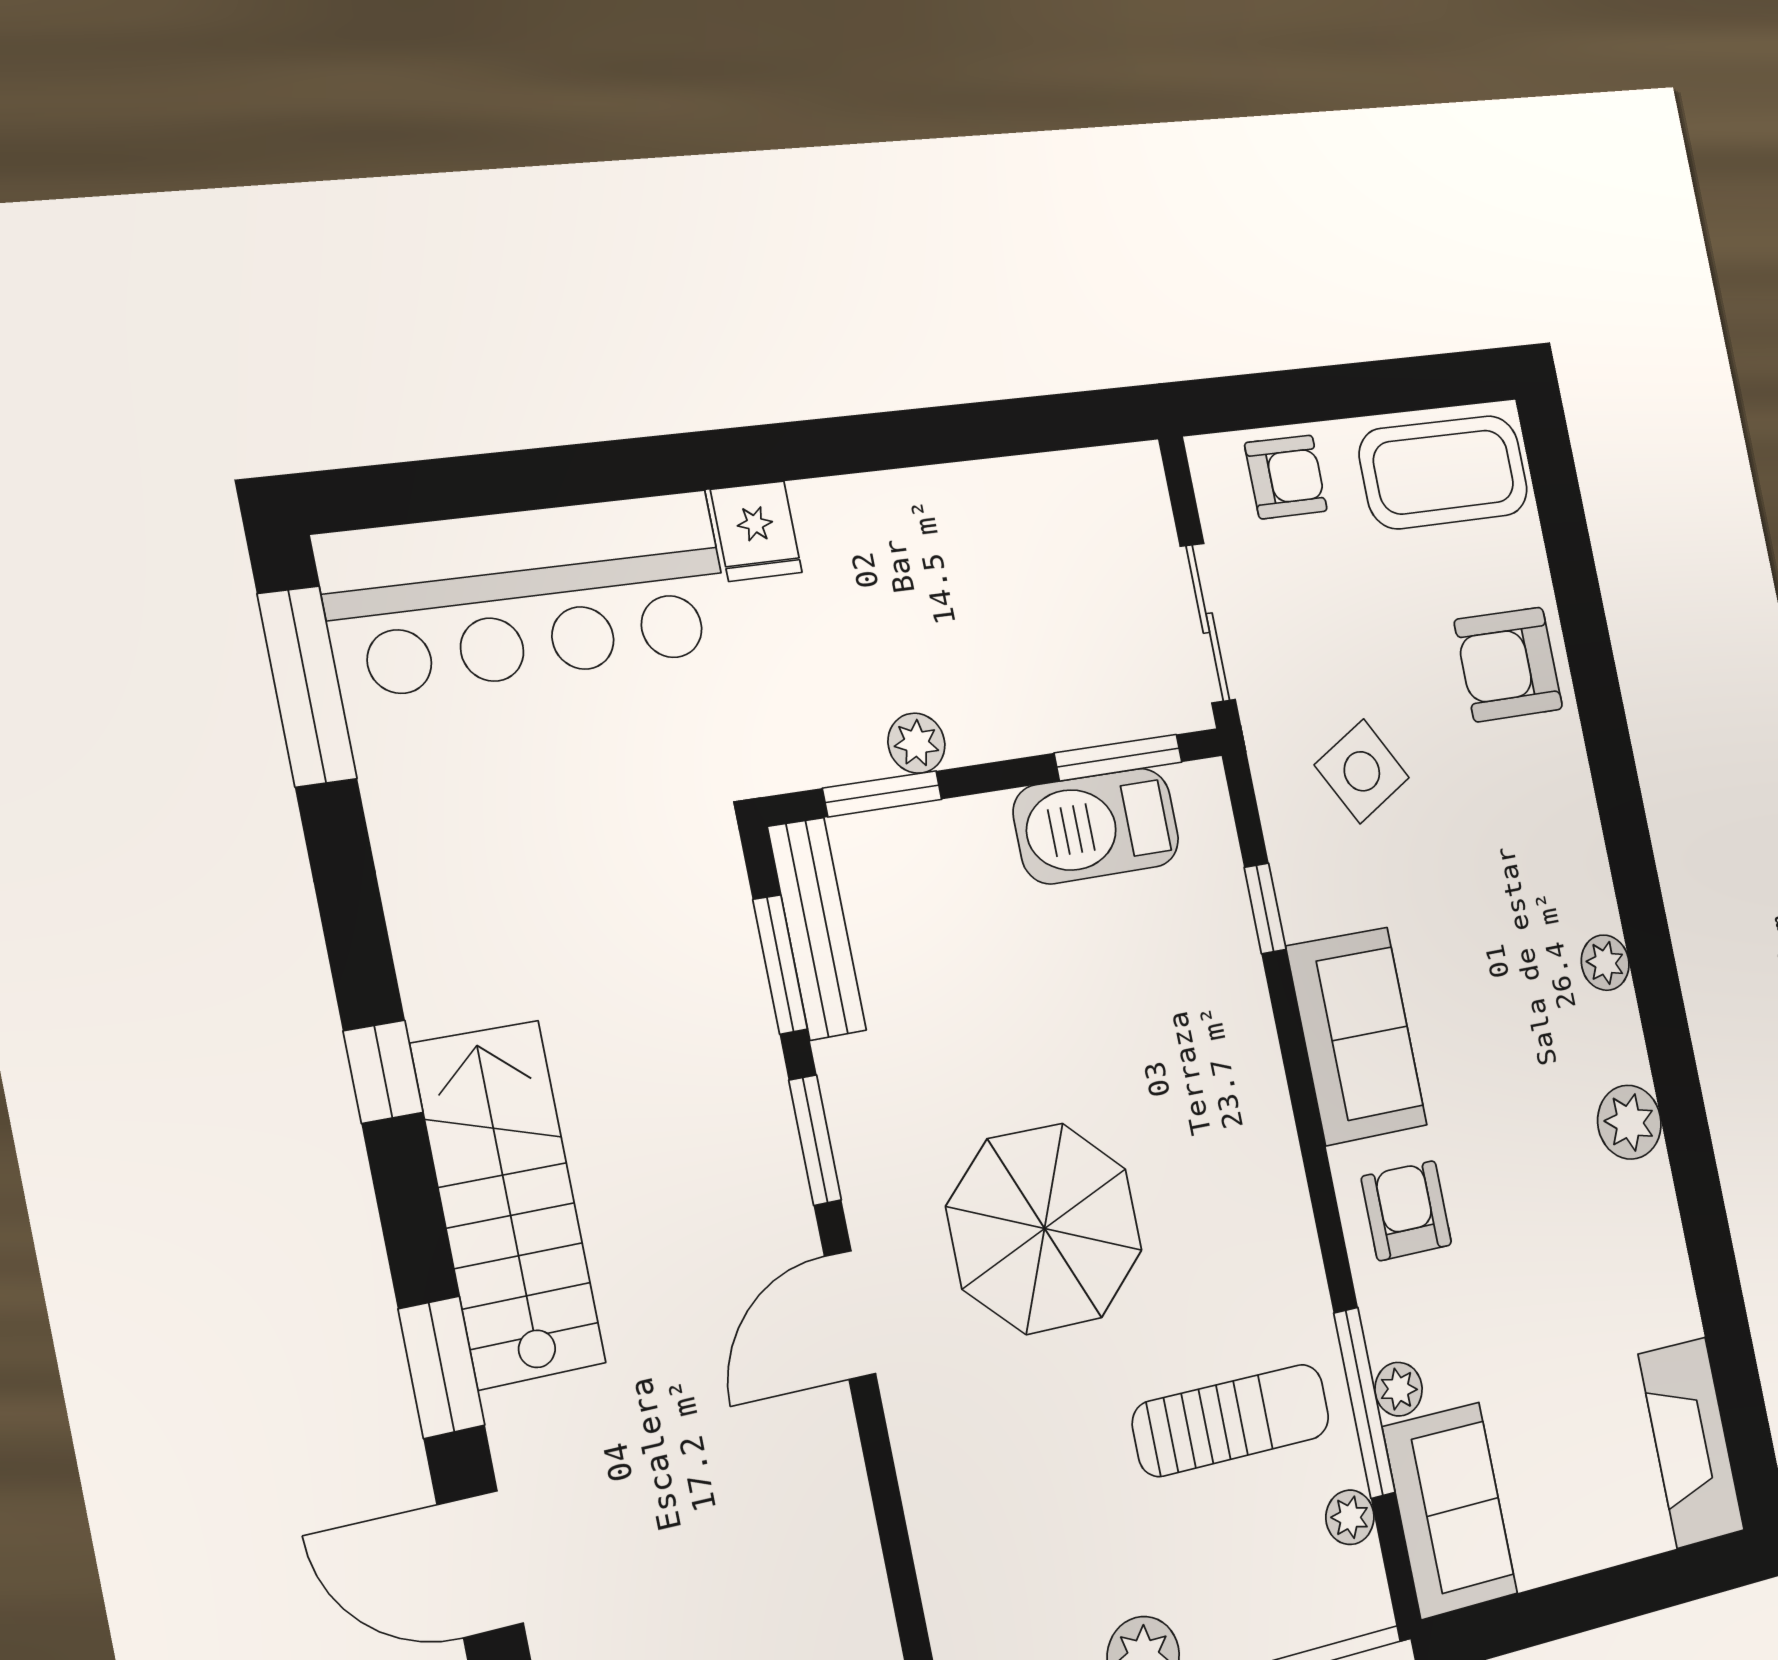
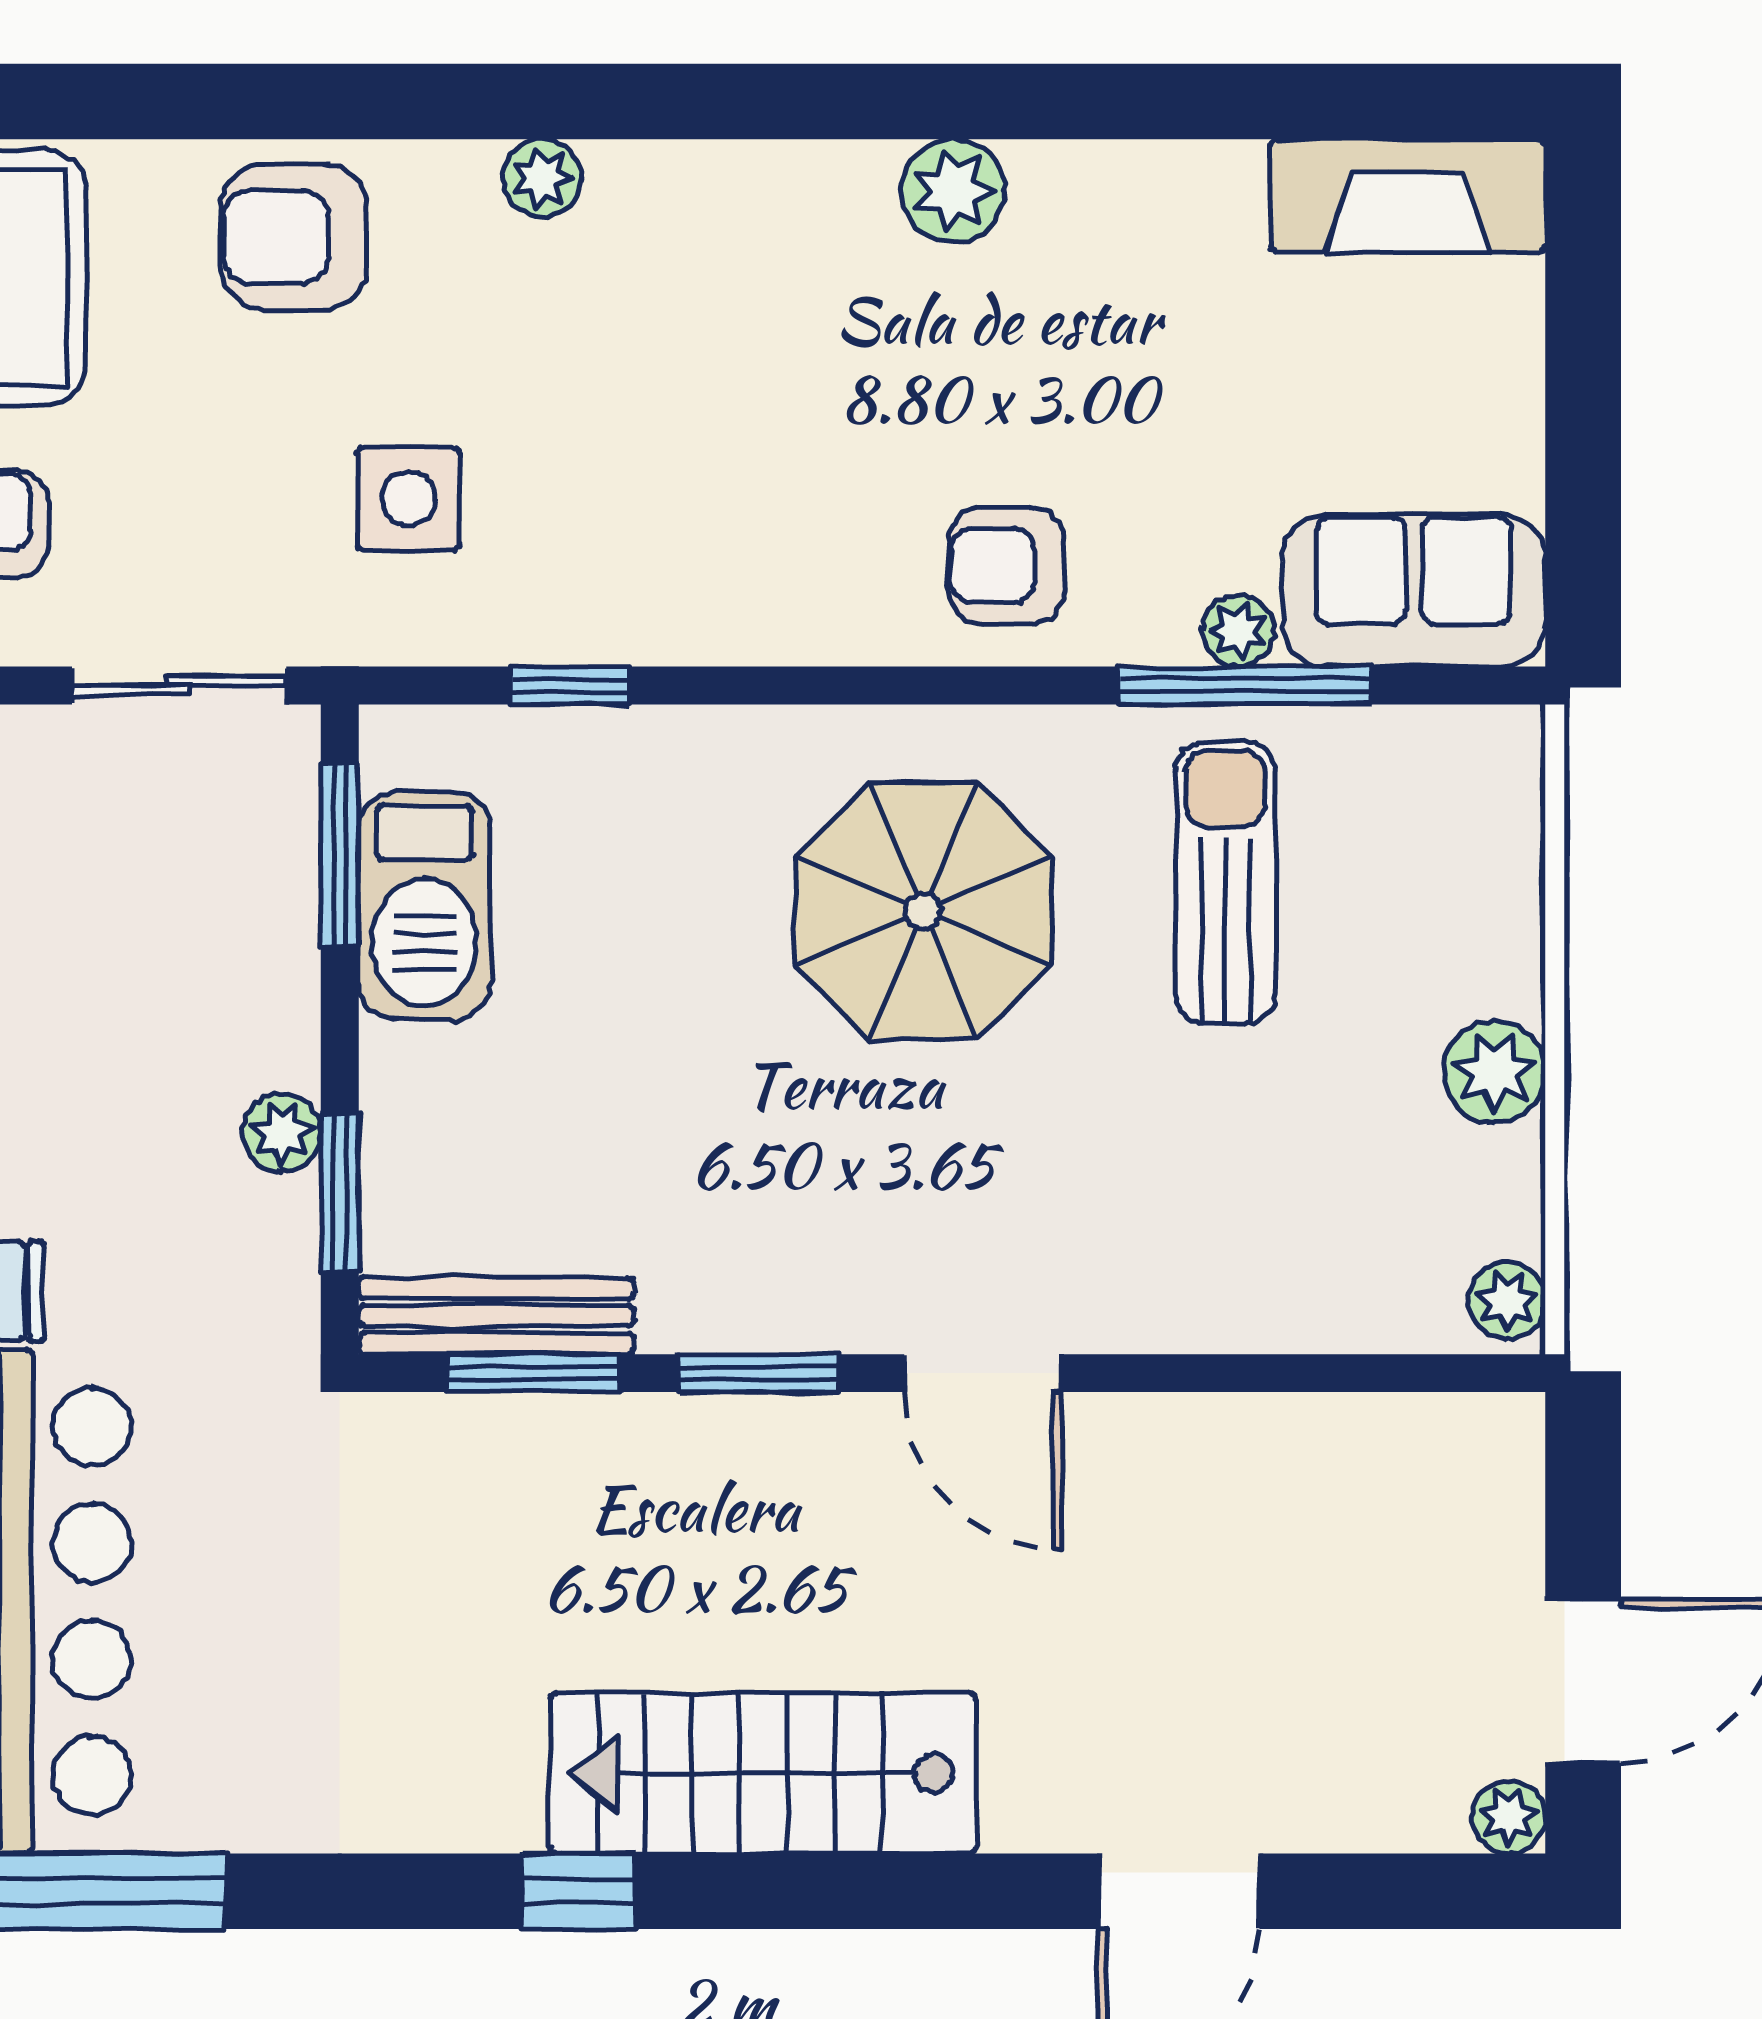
armchair: (1508, 664) -> (294, 237), turned 90
side table: (1362, 771) -> (409, 499), turned 30
plant: (1605, 963) -> (542, 178), moved
sofa: (1357, 1036) -> (761, 587), removed
parasol: (1045, 1229) -> (923, 911), moved
window: (441, 1367) -> (939, 1891), removed
plant: (1350, 1517) -> (1388, 740), removed

